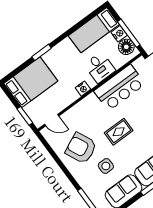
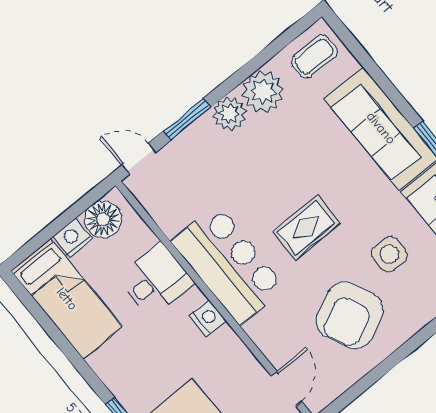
window: (129, 33) -> (70, 215), removed
bar counter: (120, 88) -> (229, 265), moved
rug: (119, 132) -> (306, 228), turned 90

